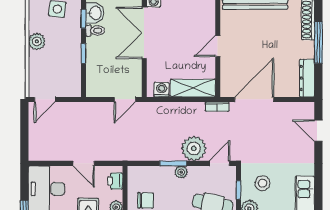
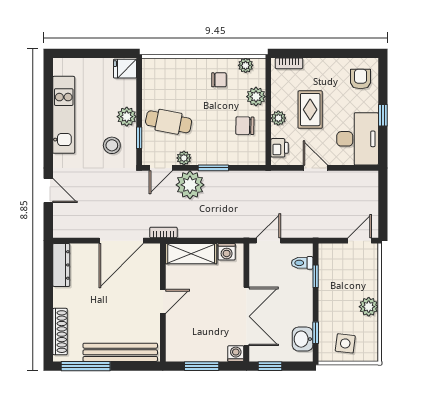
toilet: (95, 31) -> (302, 263), moved
window: (318, 42) -> (48, 306), removed
window: (83, 53) -> (316, 276), moved
door: (318, 131) -> (48, 191), moved
plant: (181, 172) -> (184, 158), moved

